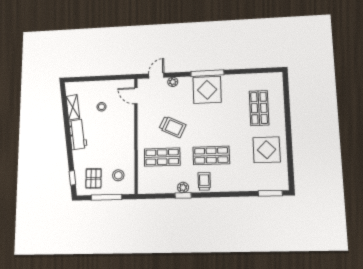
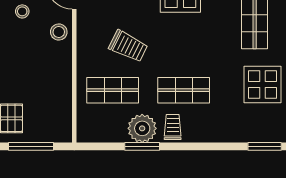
stool: (118, 175) -> (59, 32), moved
plant: (183, 187) -> (142, 128), width x1.88, depth x1.88
window: (183, 195) -> (142, 146), width x1.50

